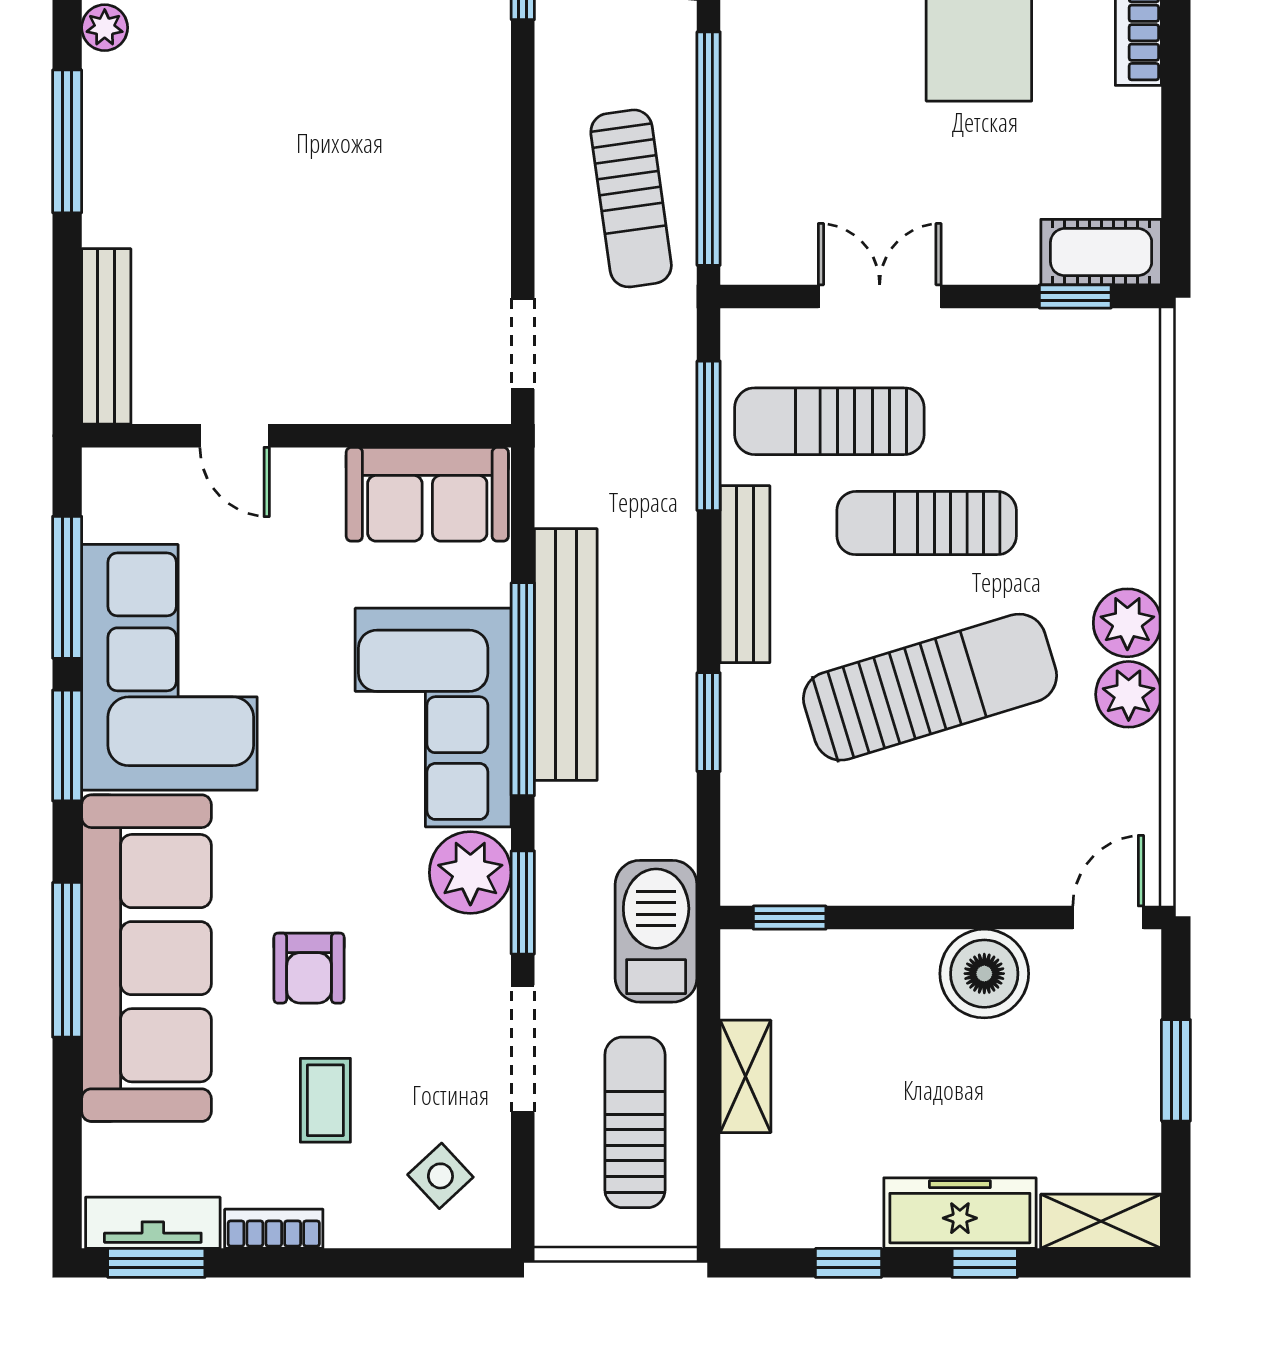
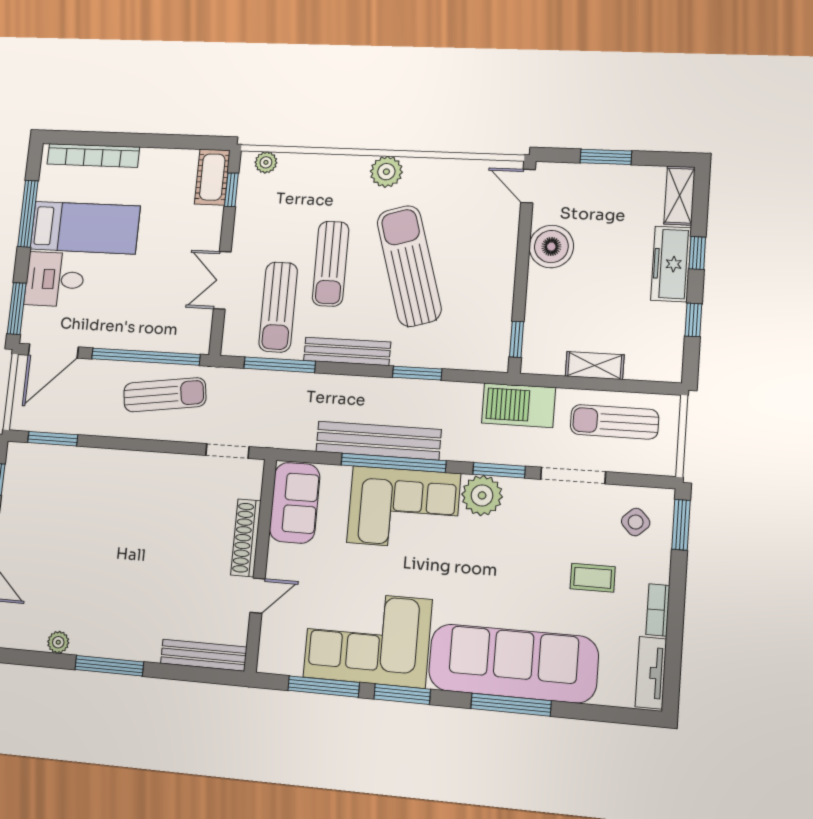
shoe rack: (349, 400) -> (246, 538), added
plant: (1129, 694) -> (266, 162), moved, width x0.73, depth x0.73
armchair: (309, 968) -> (524, 581), removed
window: (156, 1263) -> (681, 525), moved

